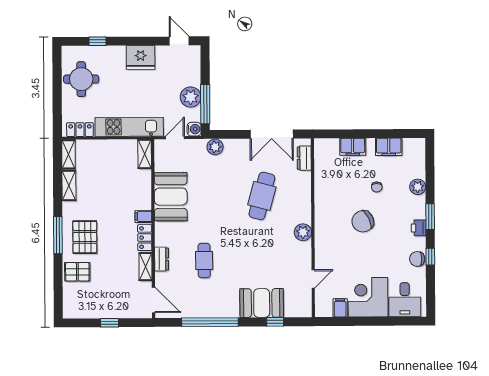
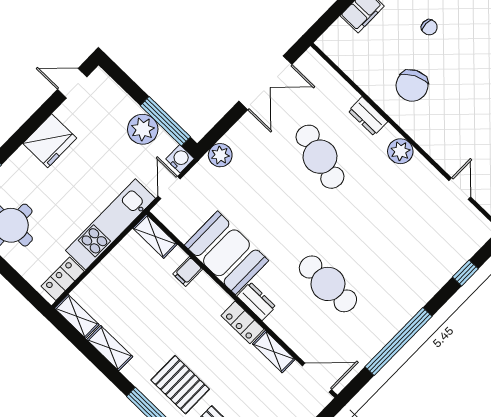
dresser: (304, 158) -> (368, 116), moved
filing cabinet: (143, 216) -> (188, 271), moved
chair: (363, 221) -> (412, 86), moved
dresser: (162, 259) -> (256, 301), moved
cafe table: (204, 261) -> (328, 284), width x1.37, depth x1.35
booth: (262, 303) -> (432, 268), removed

